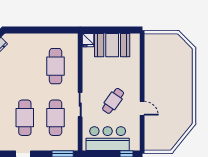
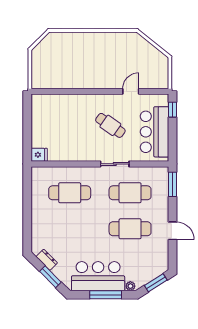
booth: (112, 45) -> (45, 126), removed
door: (142, 108) -> (131, 91), moved

